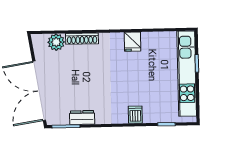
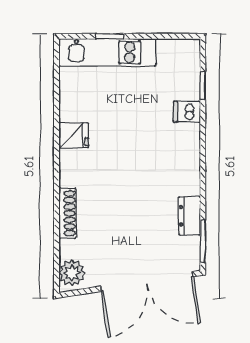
plant: (56, 42) -> (72, 273), moved
kitchen unit: (187, 74) -> (107, 52), width x0.73
dishwasher: (135, 115) -> (187, 112), moved

